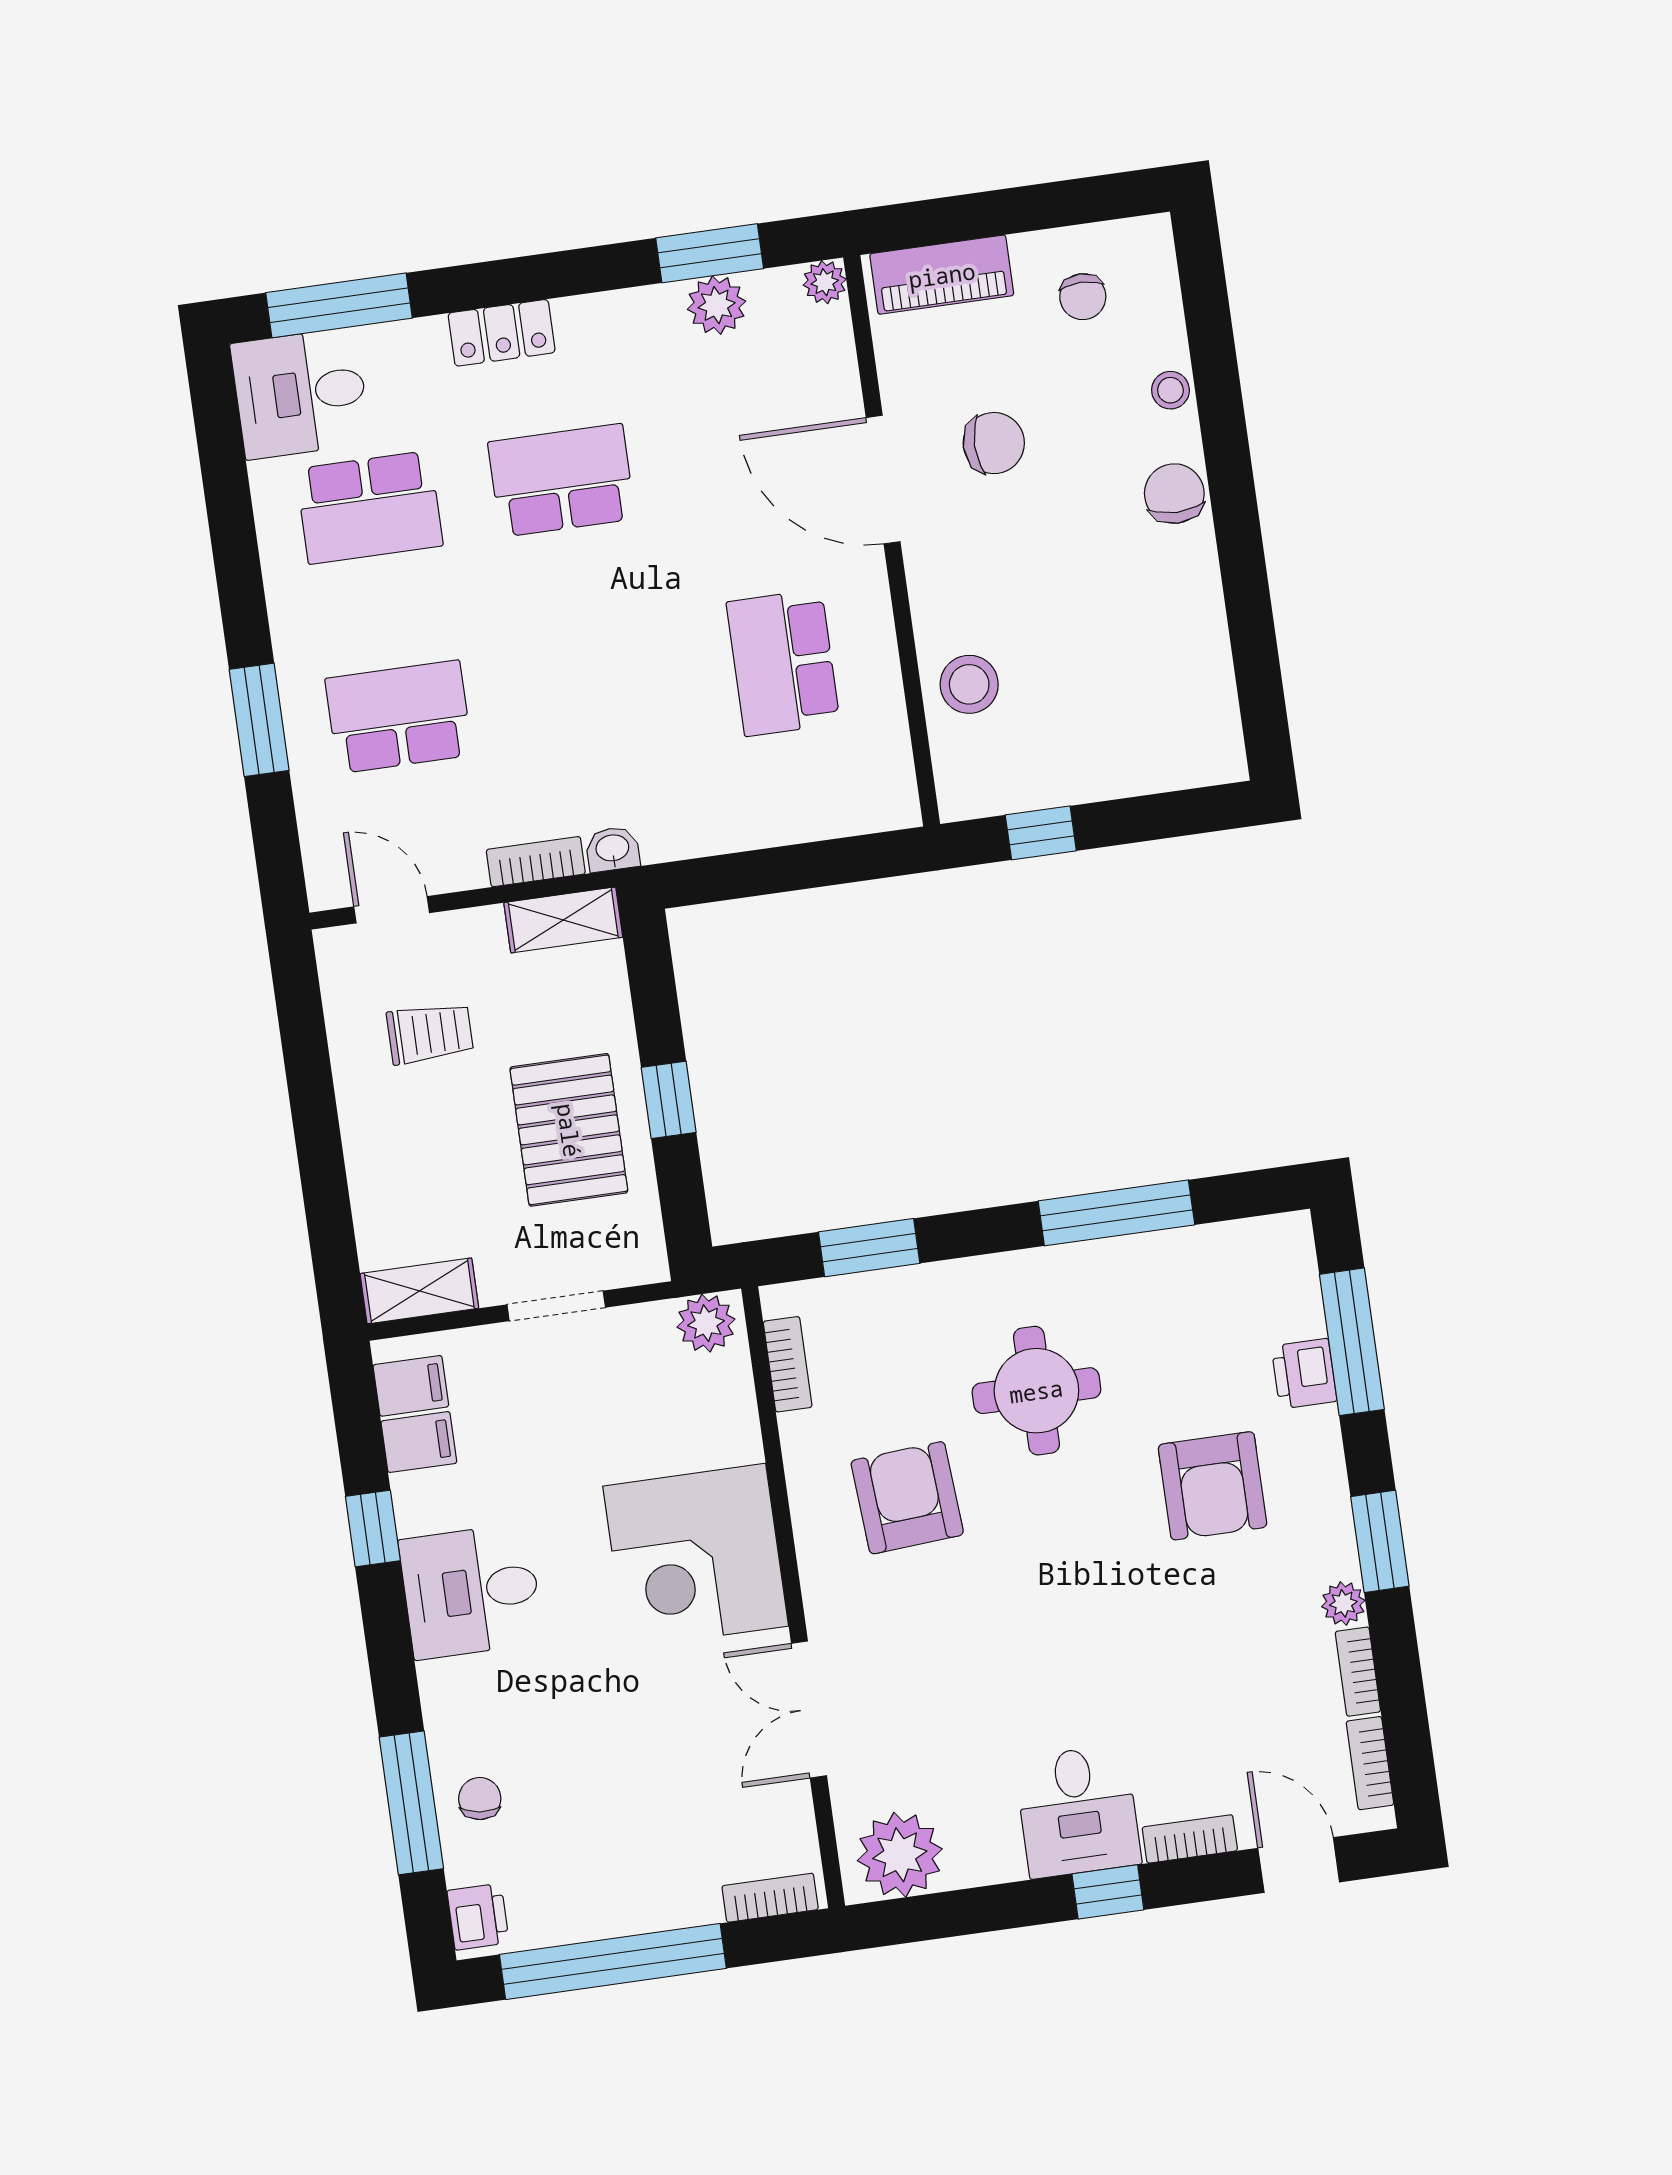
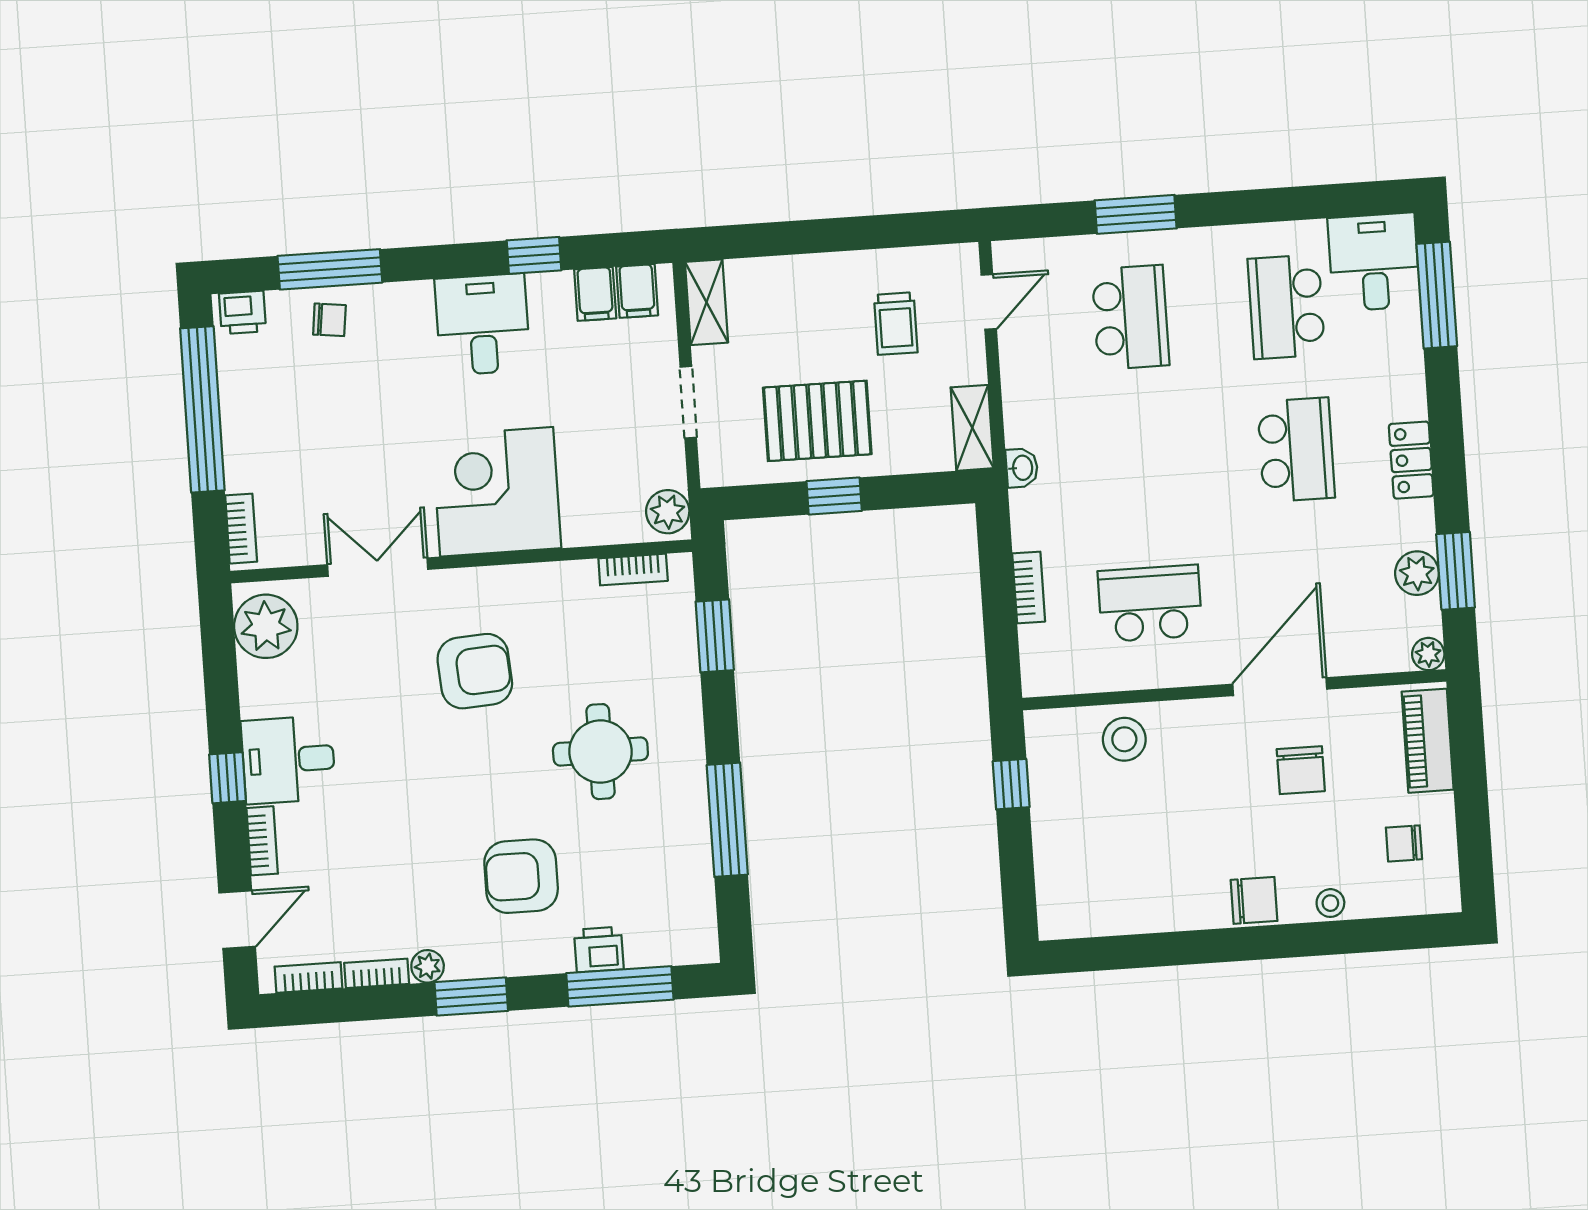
locker: (502, 333) -> (1411, 460), moved
bookcase: (536, 862) -> (1029, 587), moved
armchair: (907, 1498) -> (475, 671), moved

